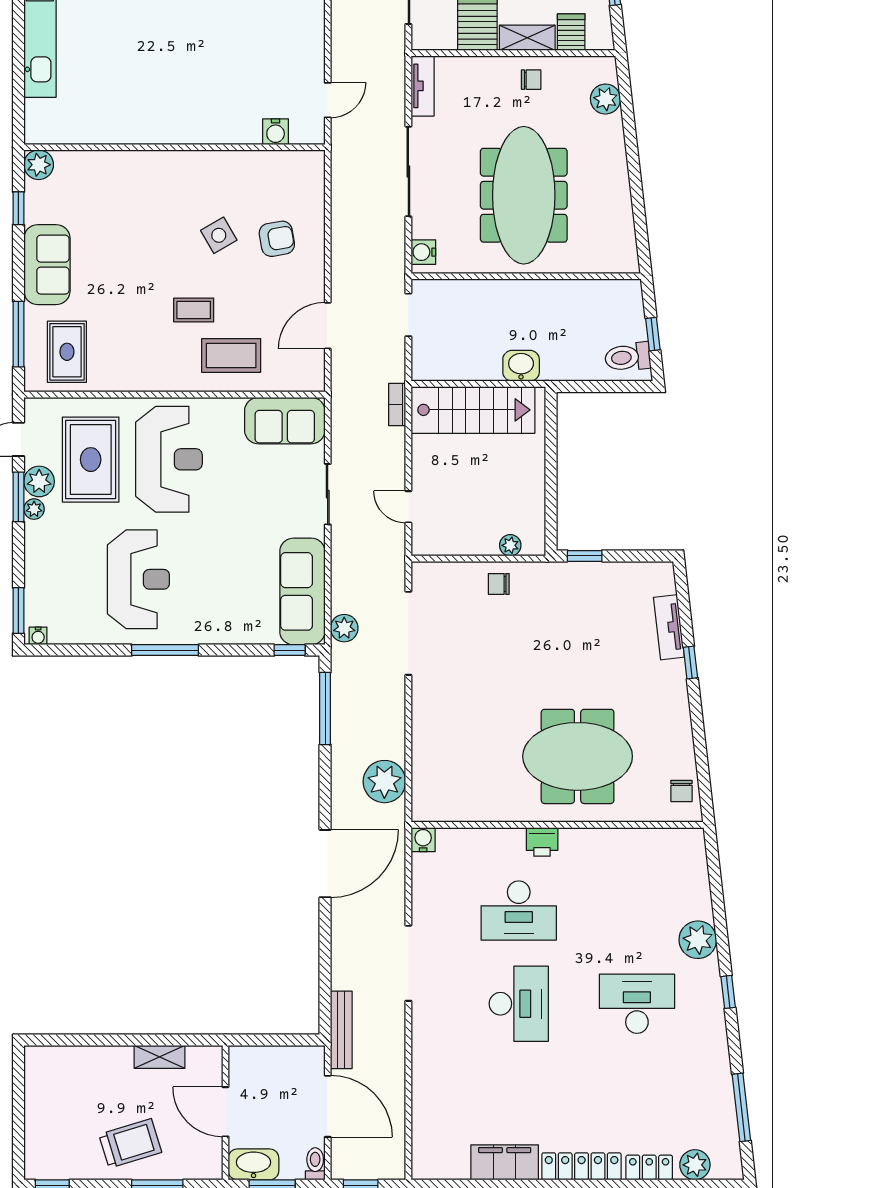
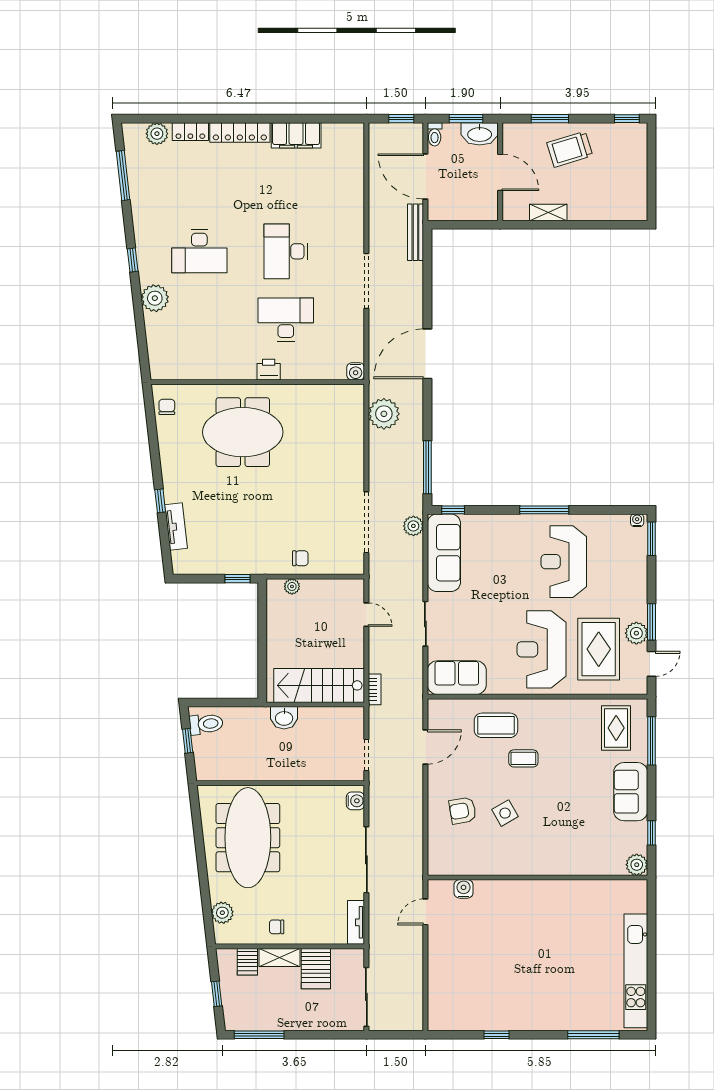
meeting table: (524, 195) -> (248, 838), moved
plant: (34, 509) -> (640, 613), removed

